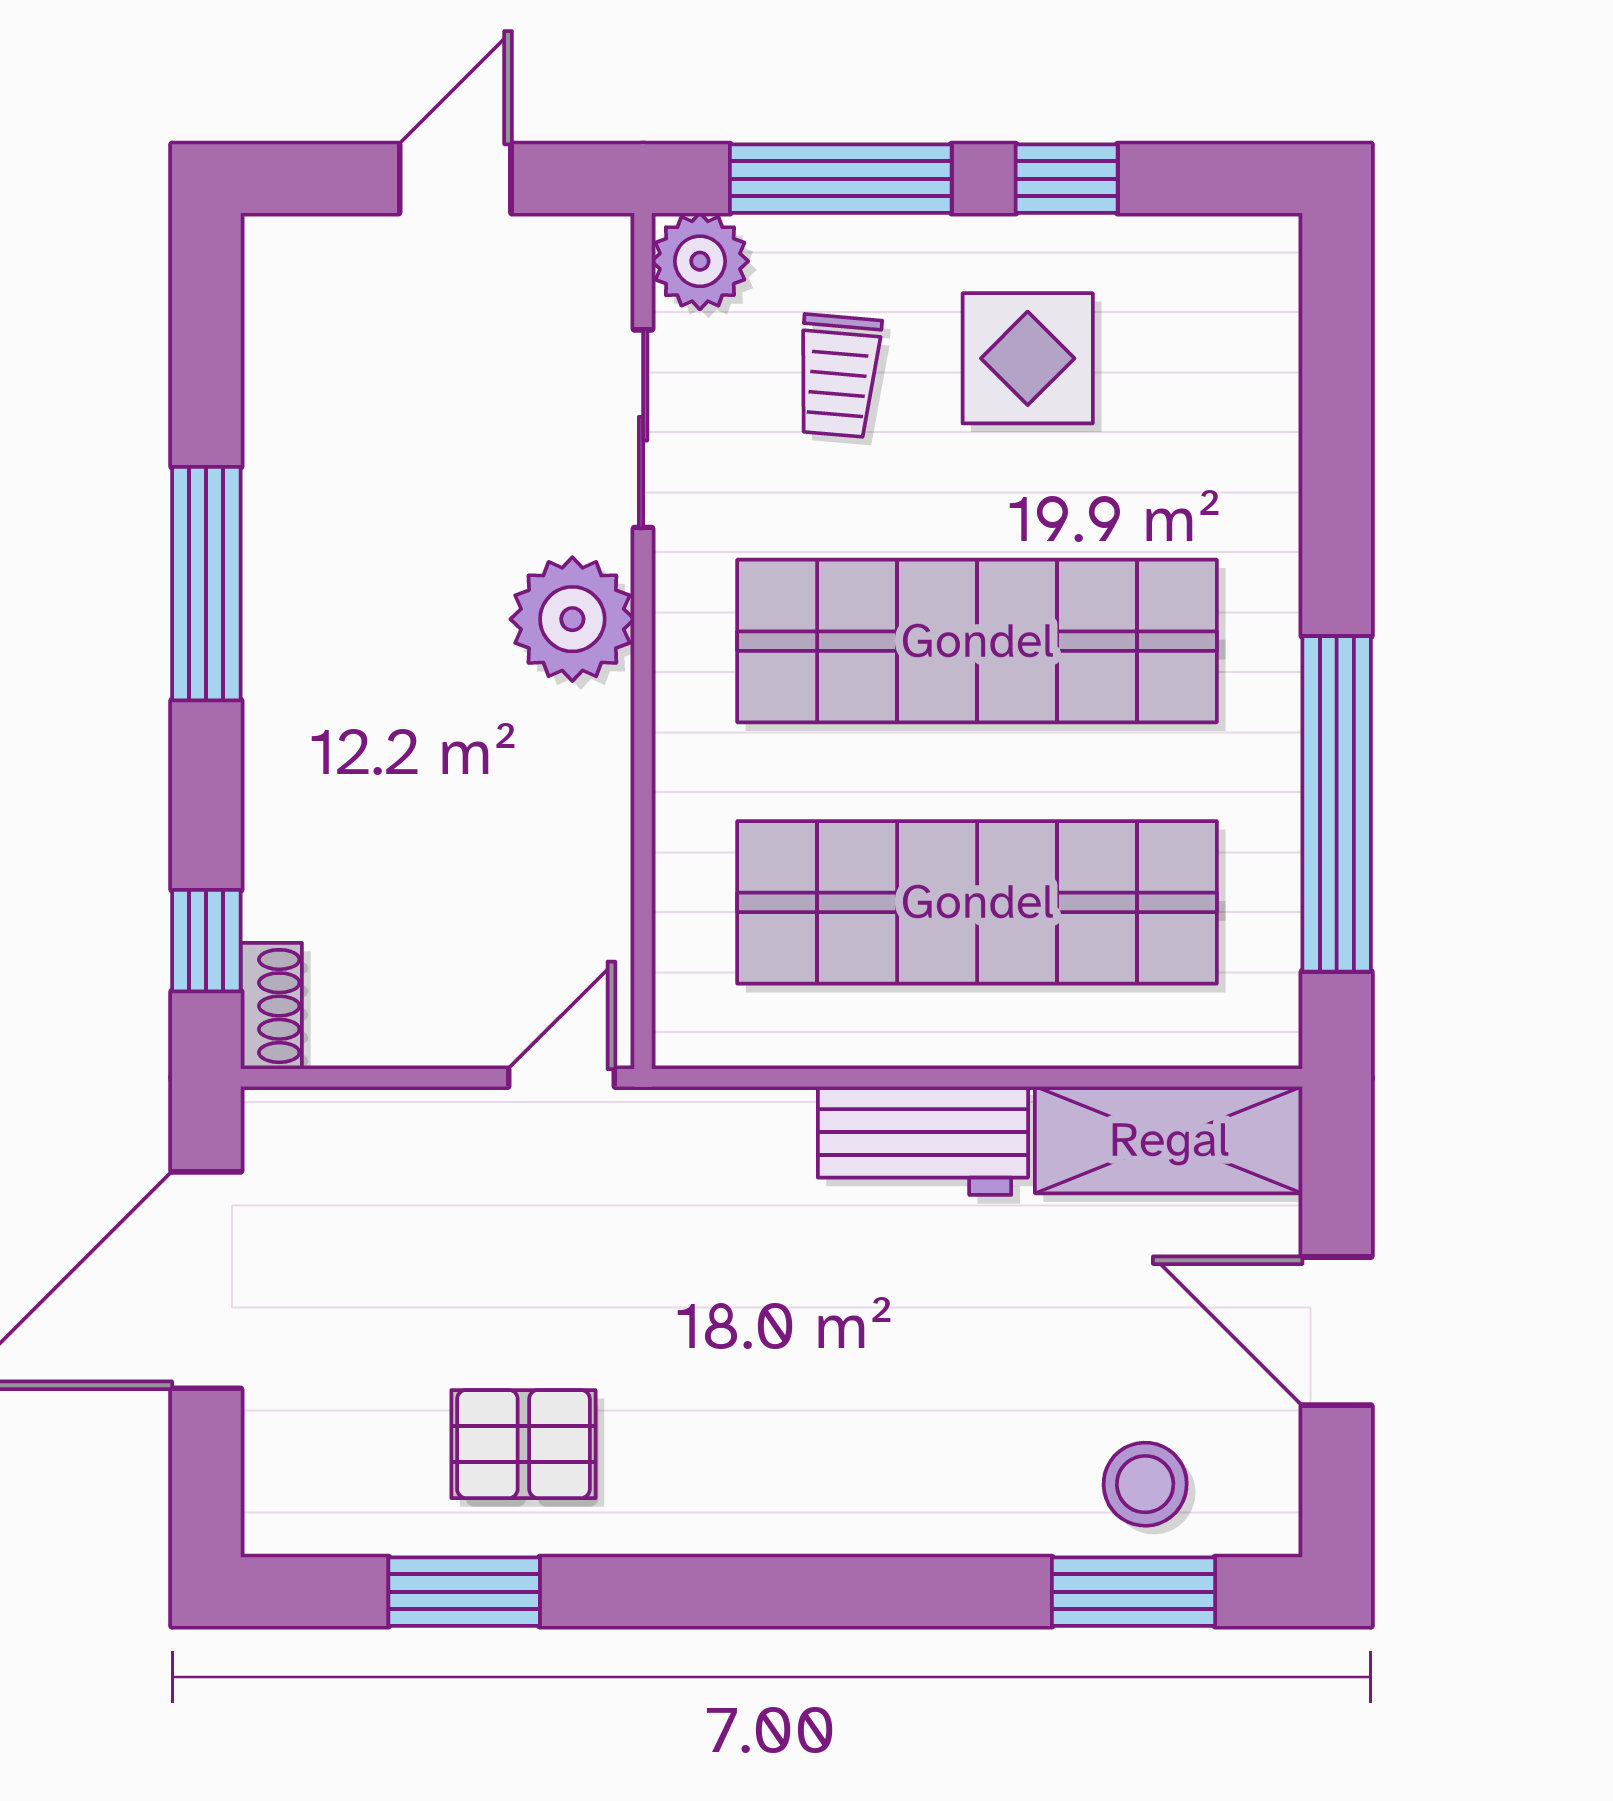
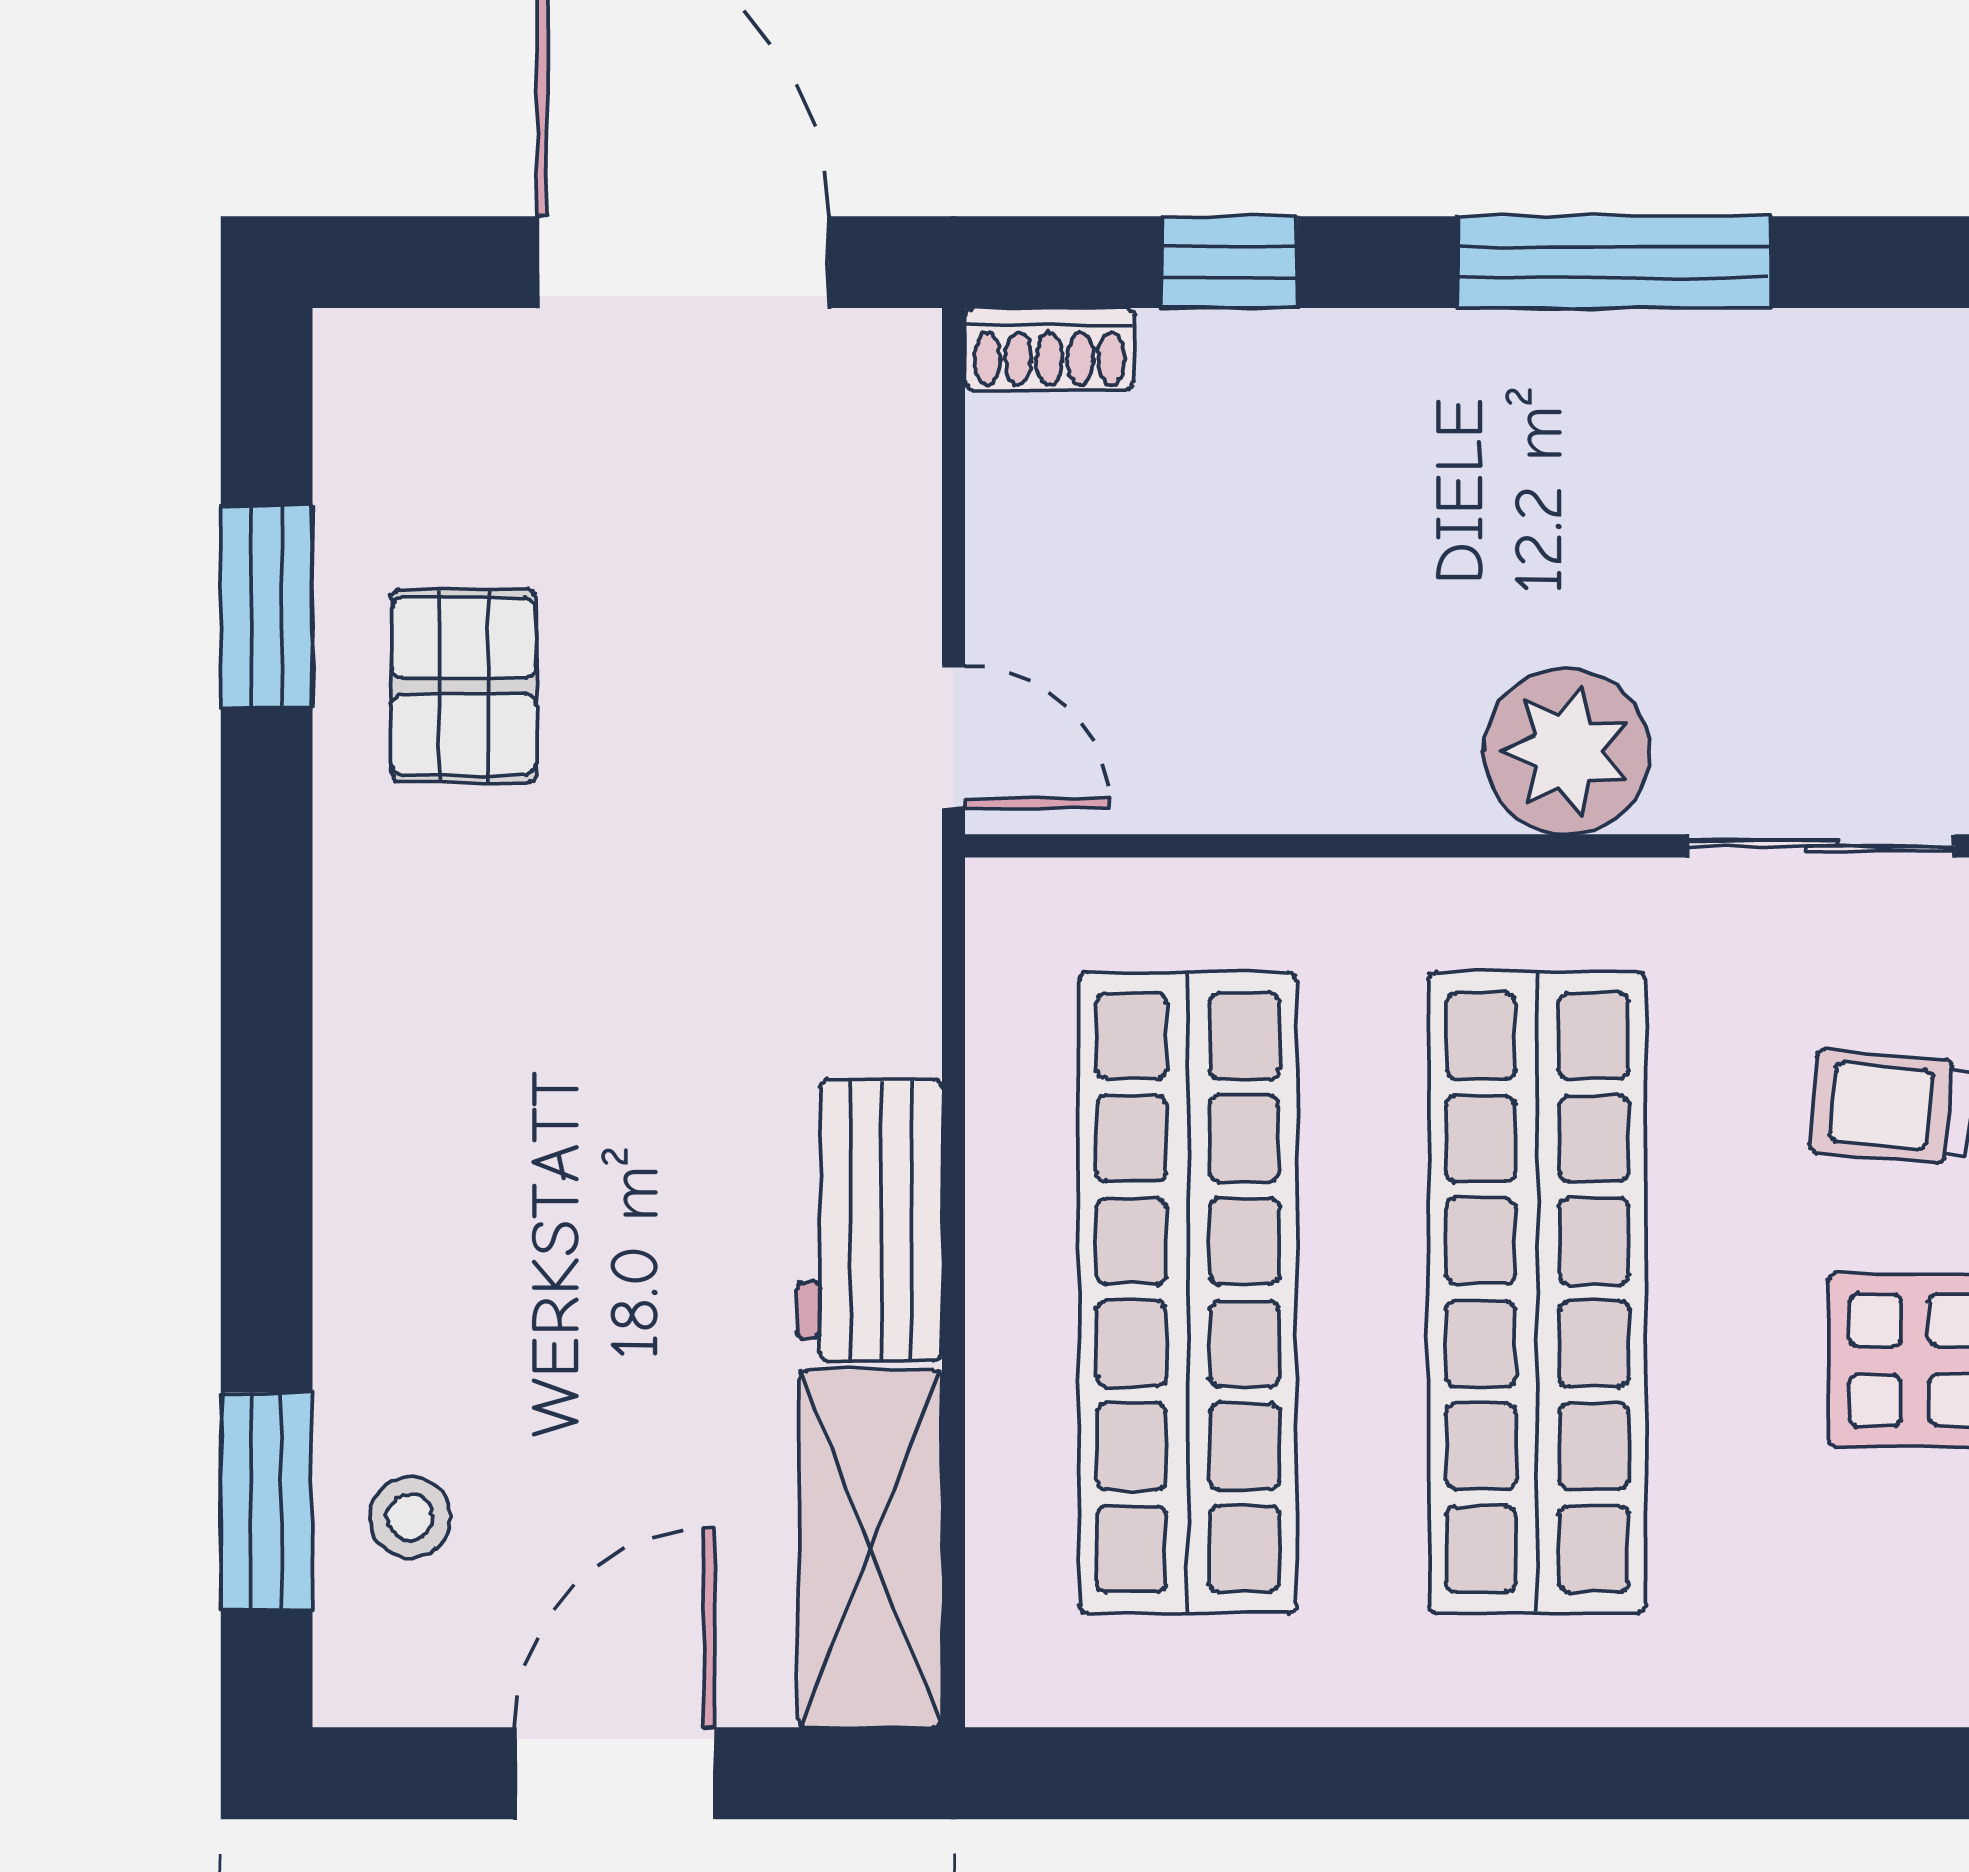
window: (1337, 804) -> (1320, 1773), removed
window: (206, 941) -> (1229, 262), moved
stool: (1145, 1484) -> (410, 1517), width x0.73, depth x0.73

